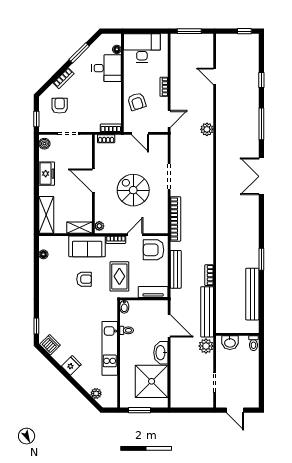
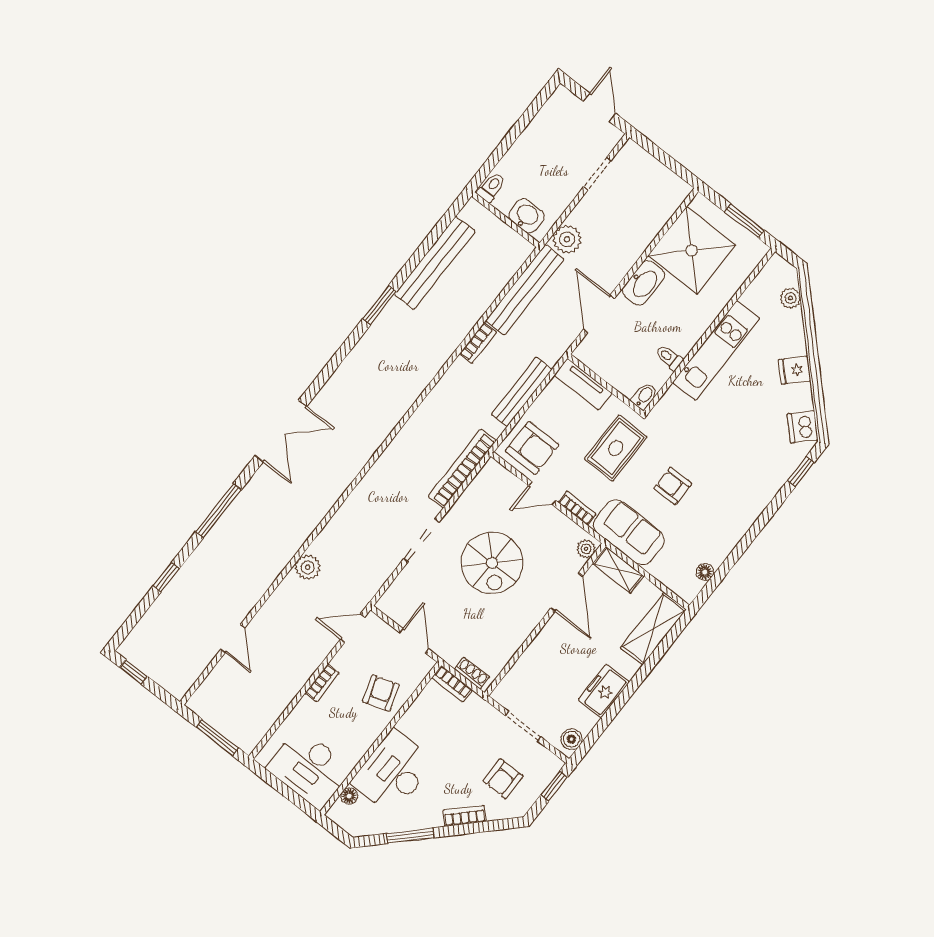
desk: (107, 68) -> (393, 772), width x1.37
door: (93, 181) -> (567, 592), moved

